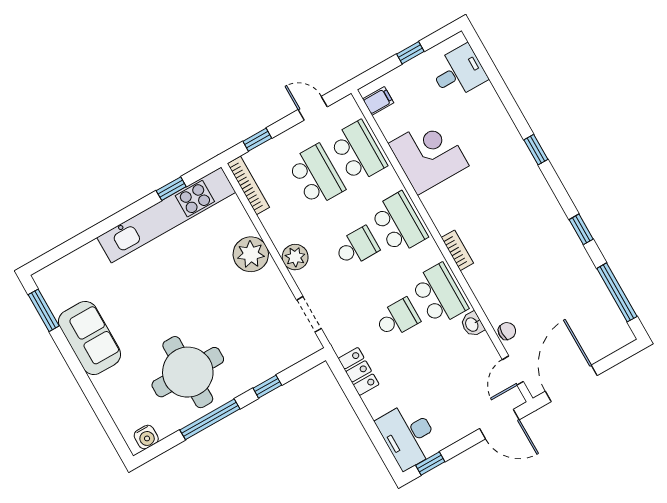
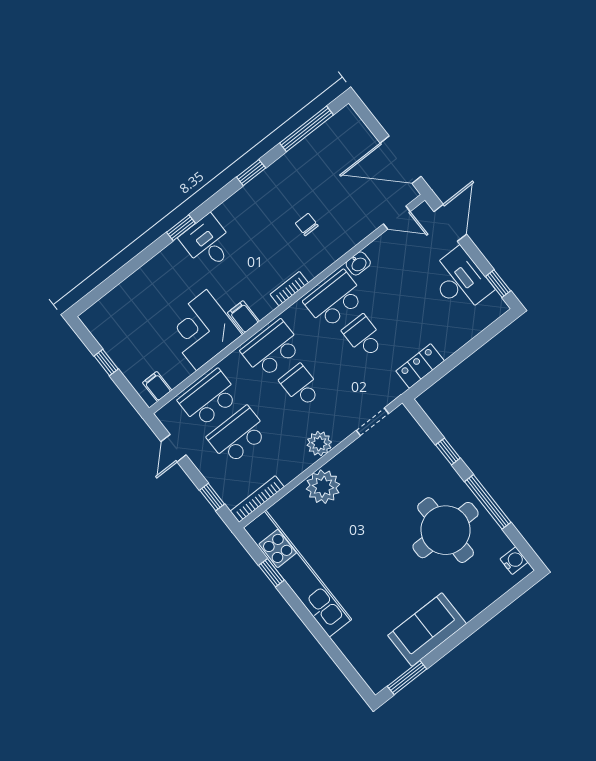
desk: (458, 72) -> (208, 243), moved
filing cabinet: (435, 199) -> (243, 317), added
chair: (507, 331) -> (307, 225), moved
desk: (408, 435) -> (460, 281), moved, turned -90

